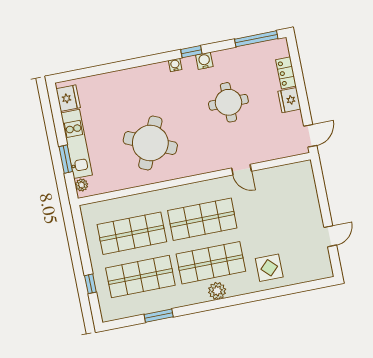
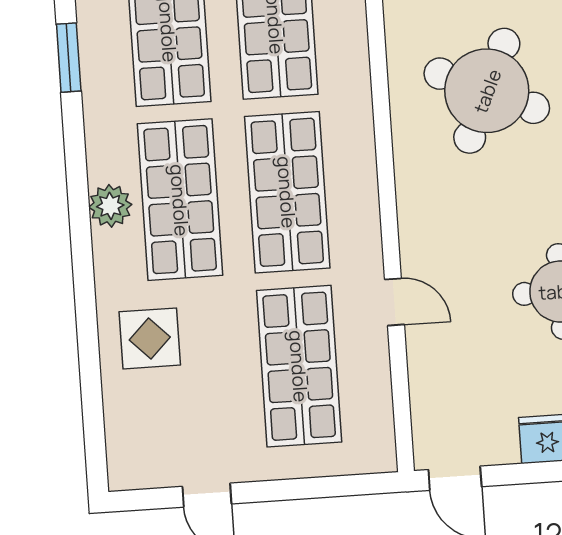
door: (241, 170) -> (394, 302), swing flipped
shop shelf: (273, 205) -> (299, 366), added

